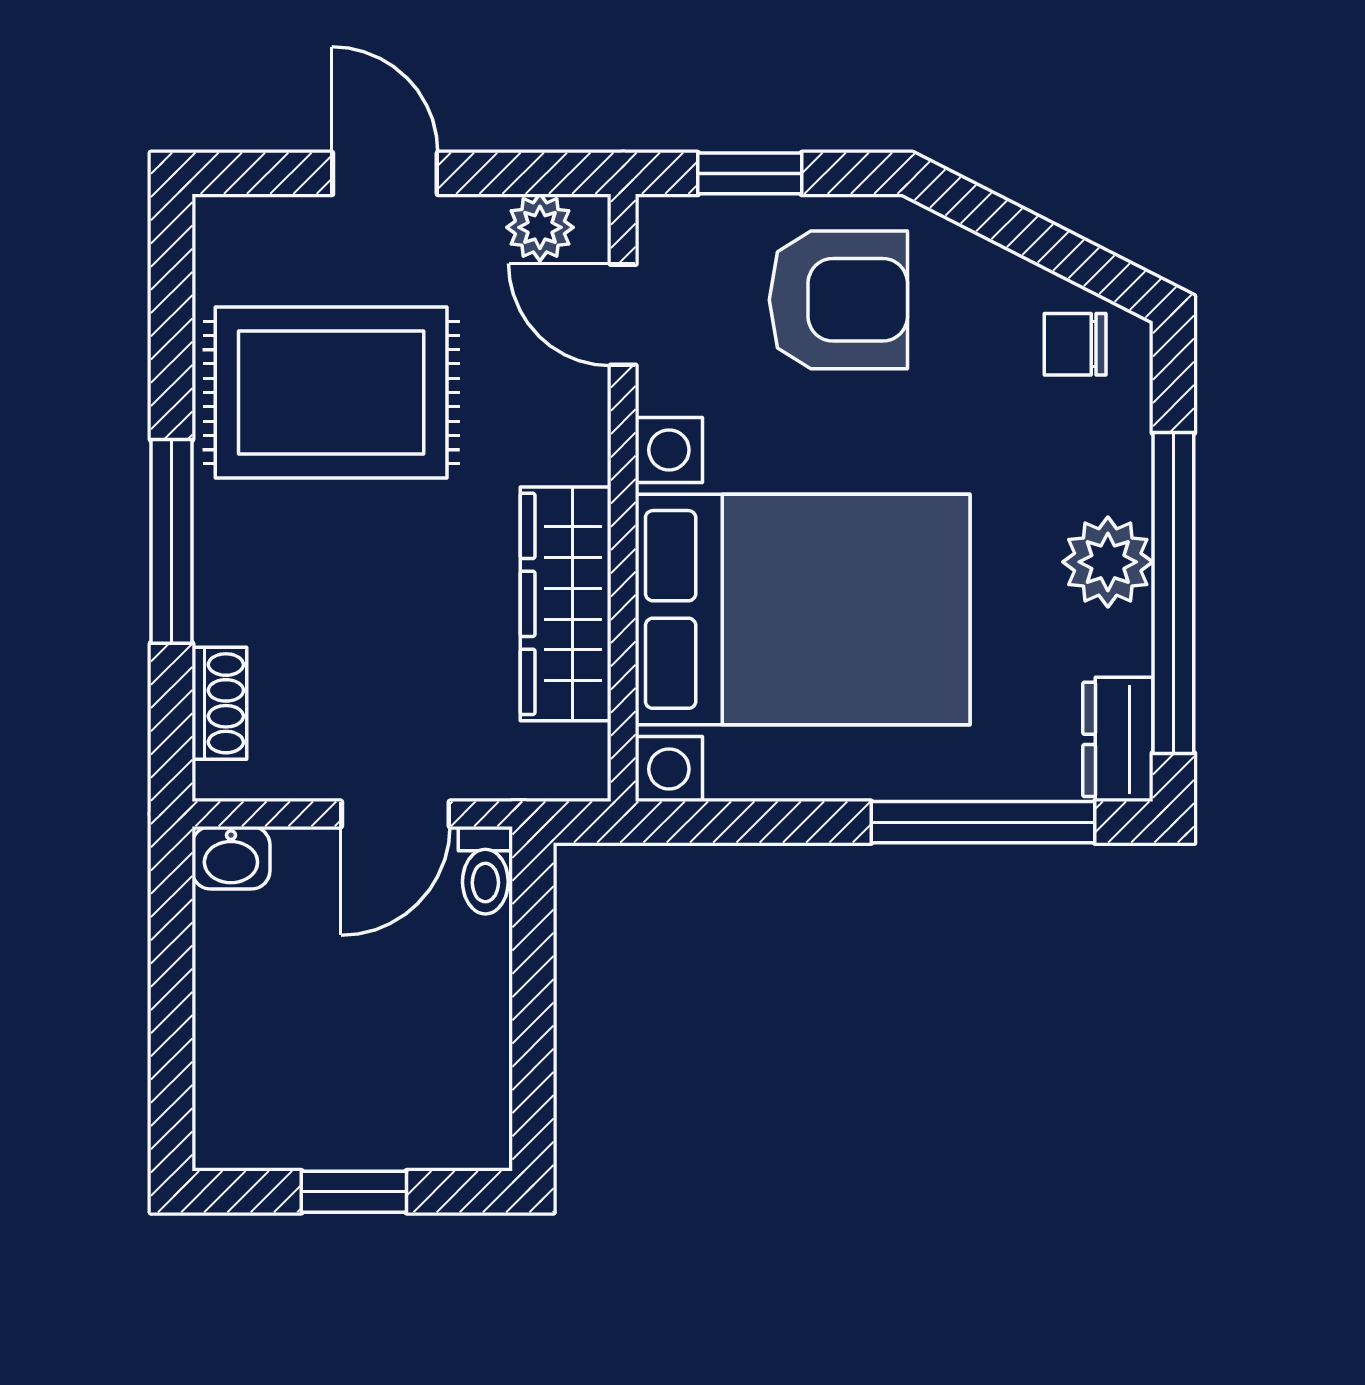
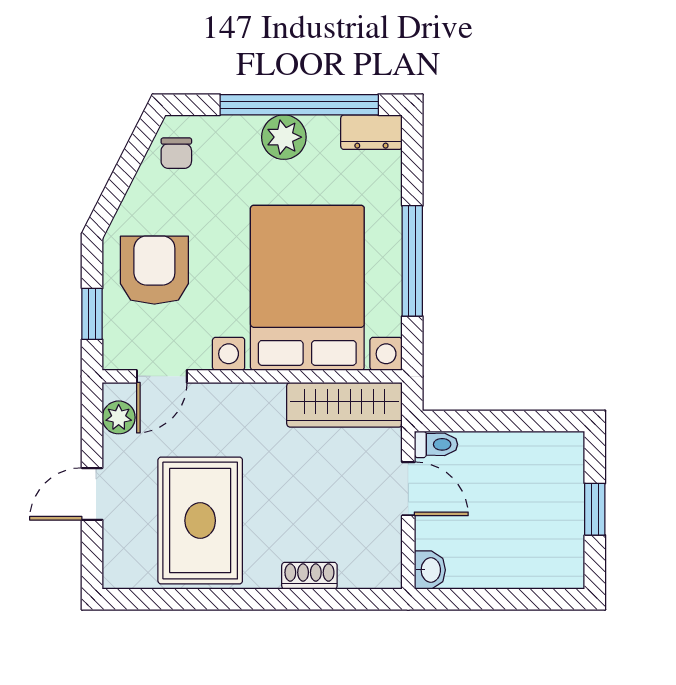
window: (172, 541) -> (274, 599), removed
wardrobe: (566, 604) -> (344, 405), moved
shoe rack: (219, 703) -> (309, 576), moved
window: (983, 822) -> (412, 261), moved

